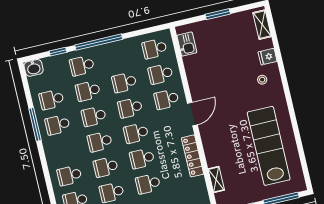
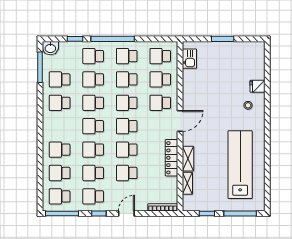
shelving: (262, 25) -> (188, 159), moved
school desk: (118, 57) -> (127, 56), added
window: (35, 124) -> (40, 67), moved

